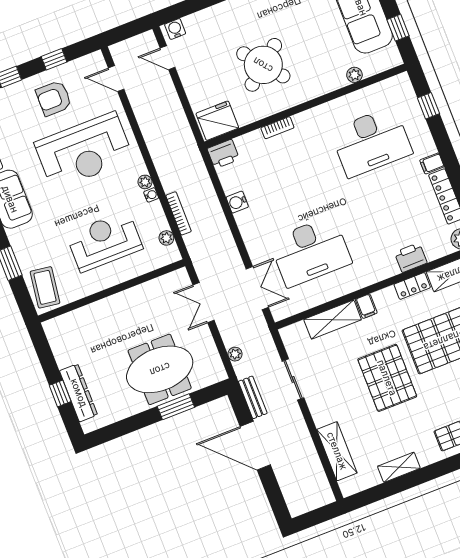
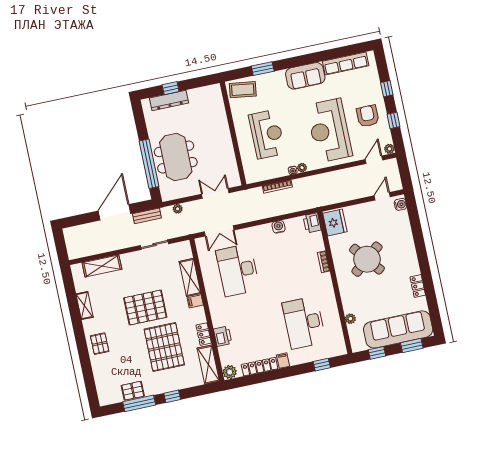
plant: (166, 238) -> (389, 149), moved
window: (176, 407) -> (149, 164), width x2.11

